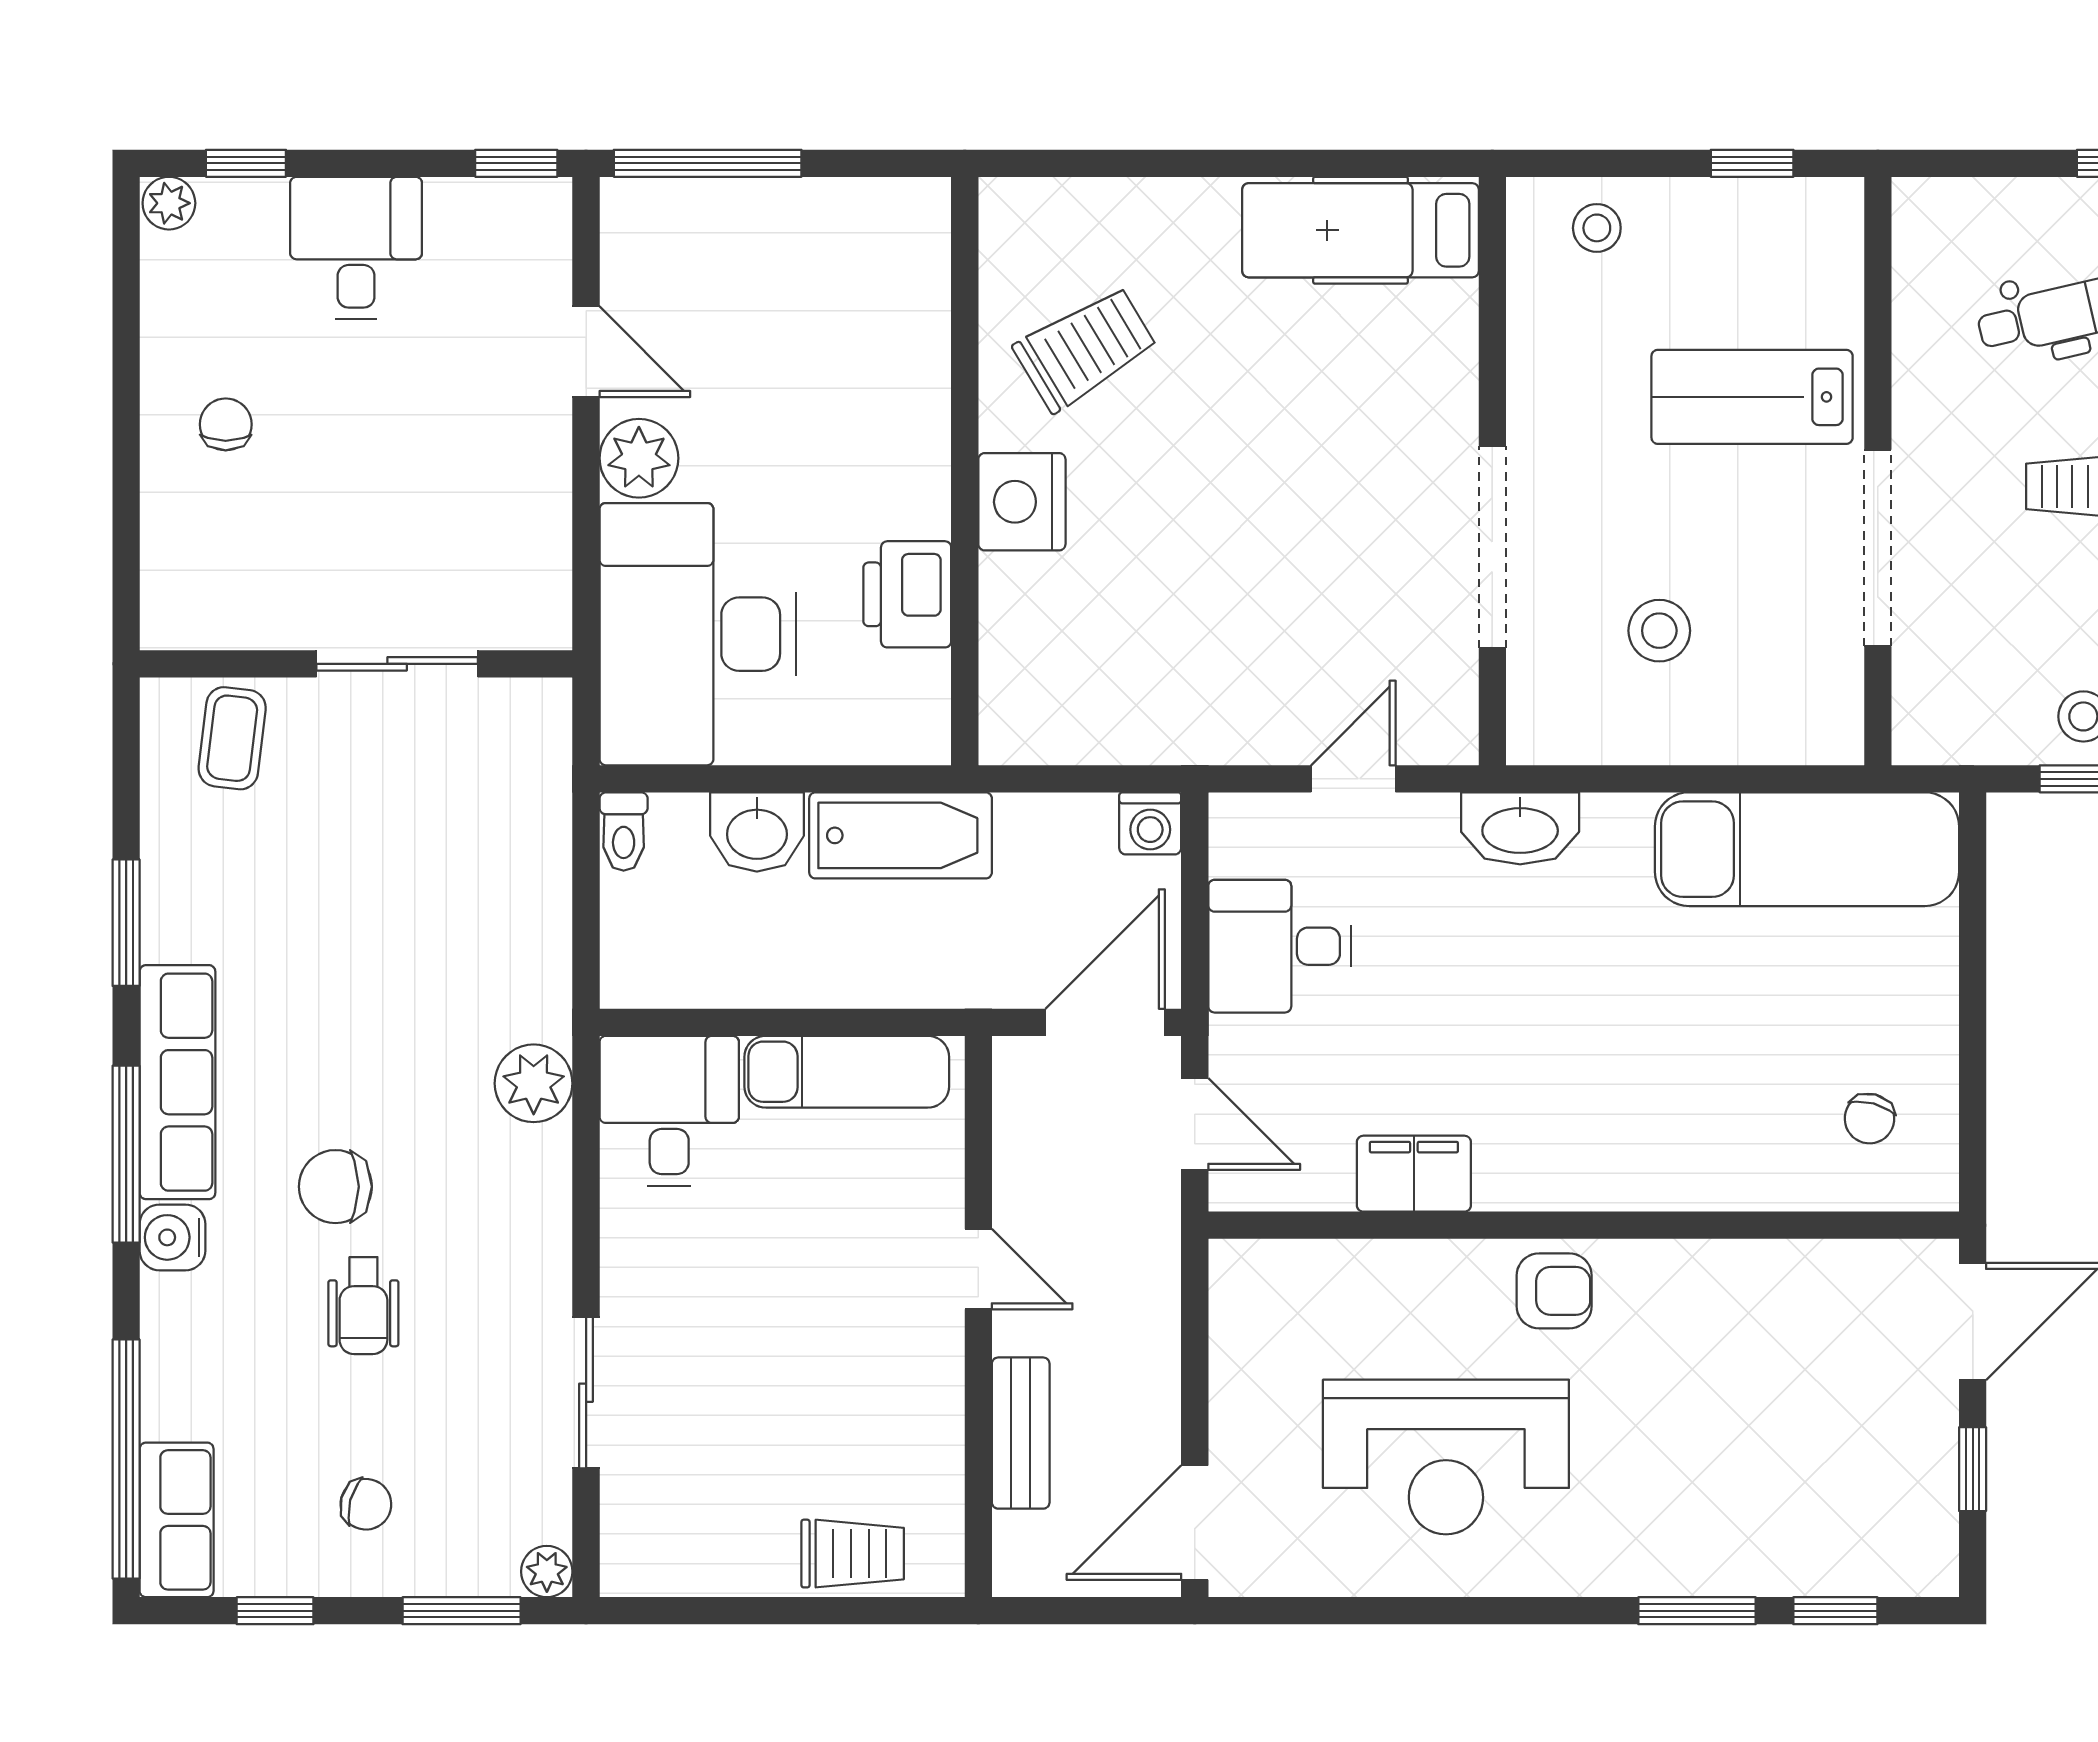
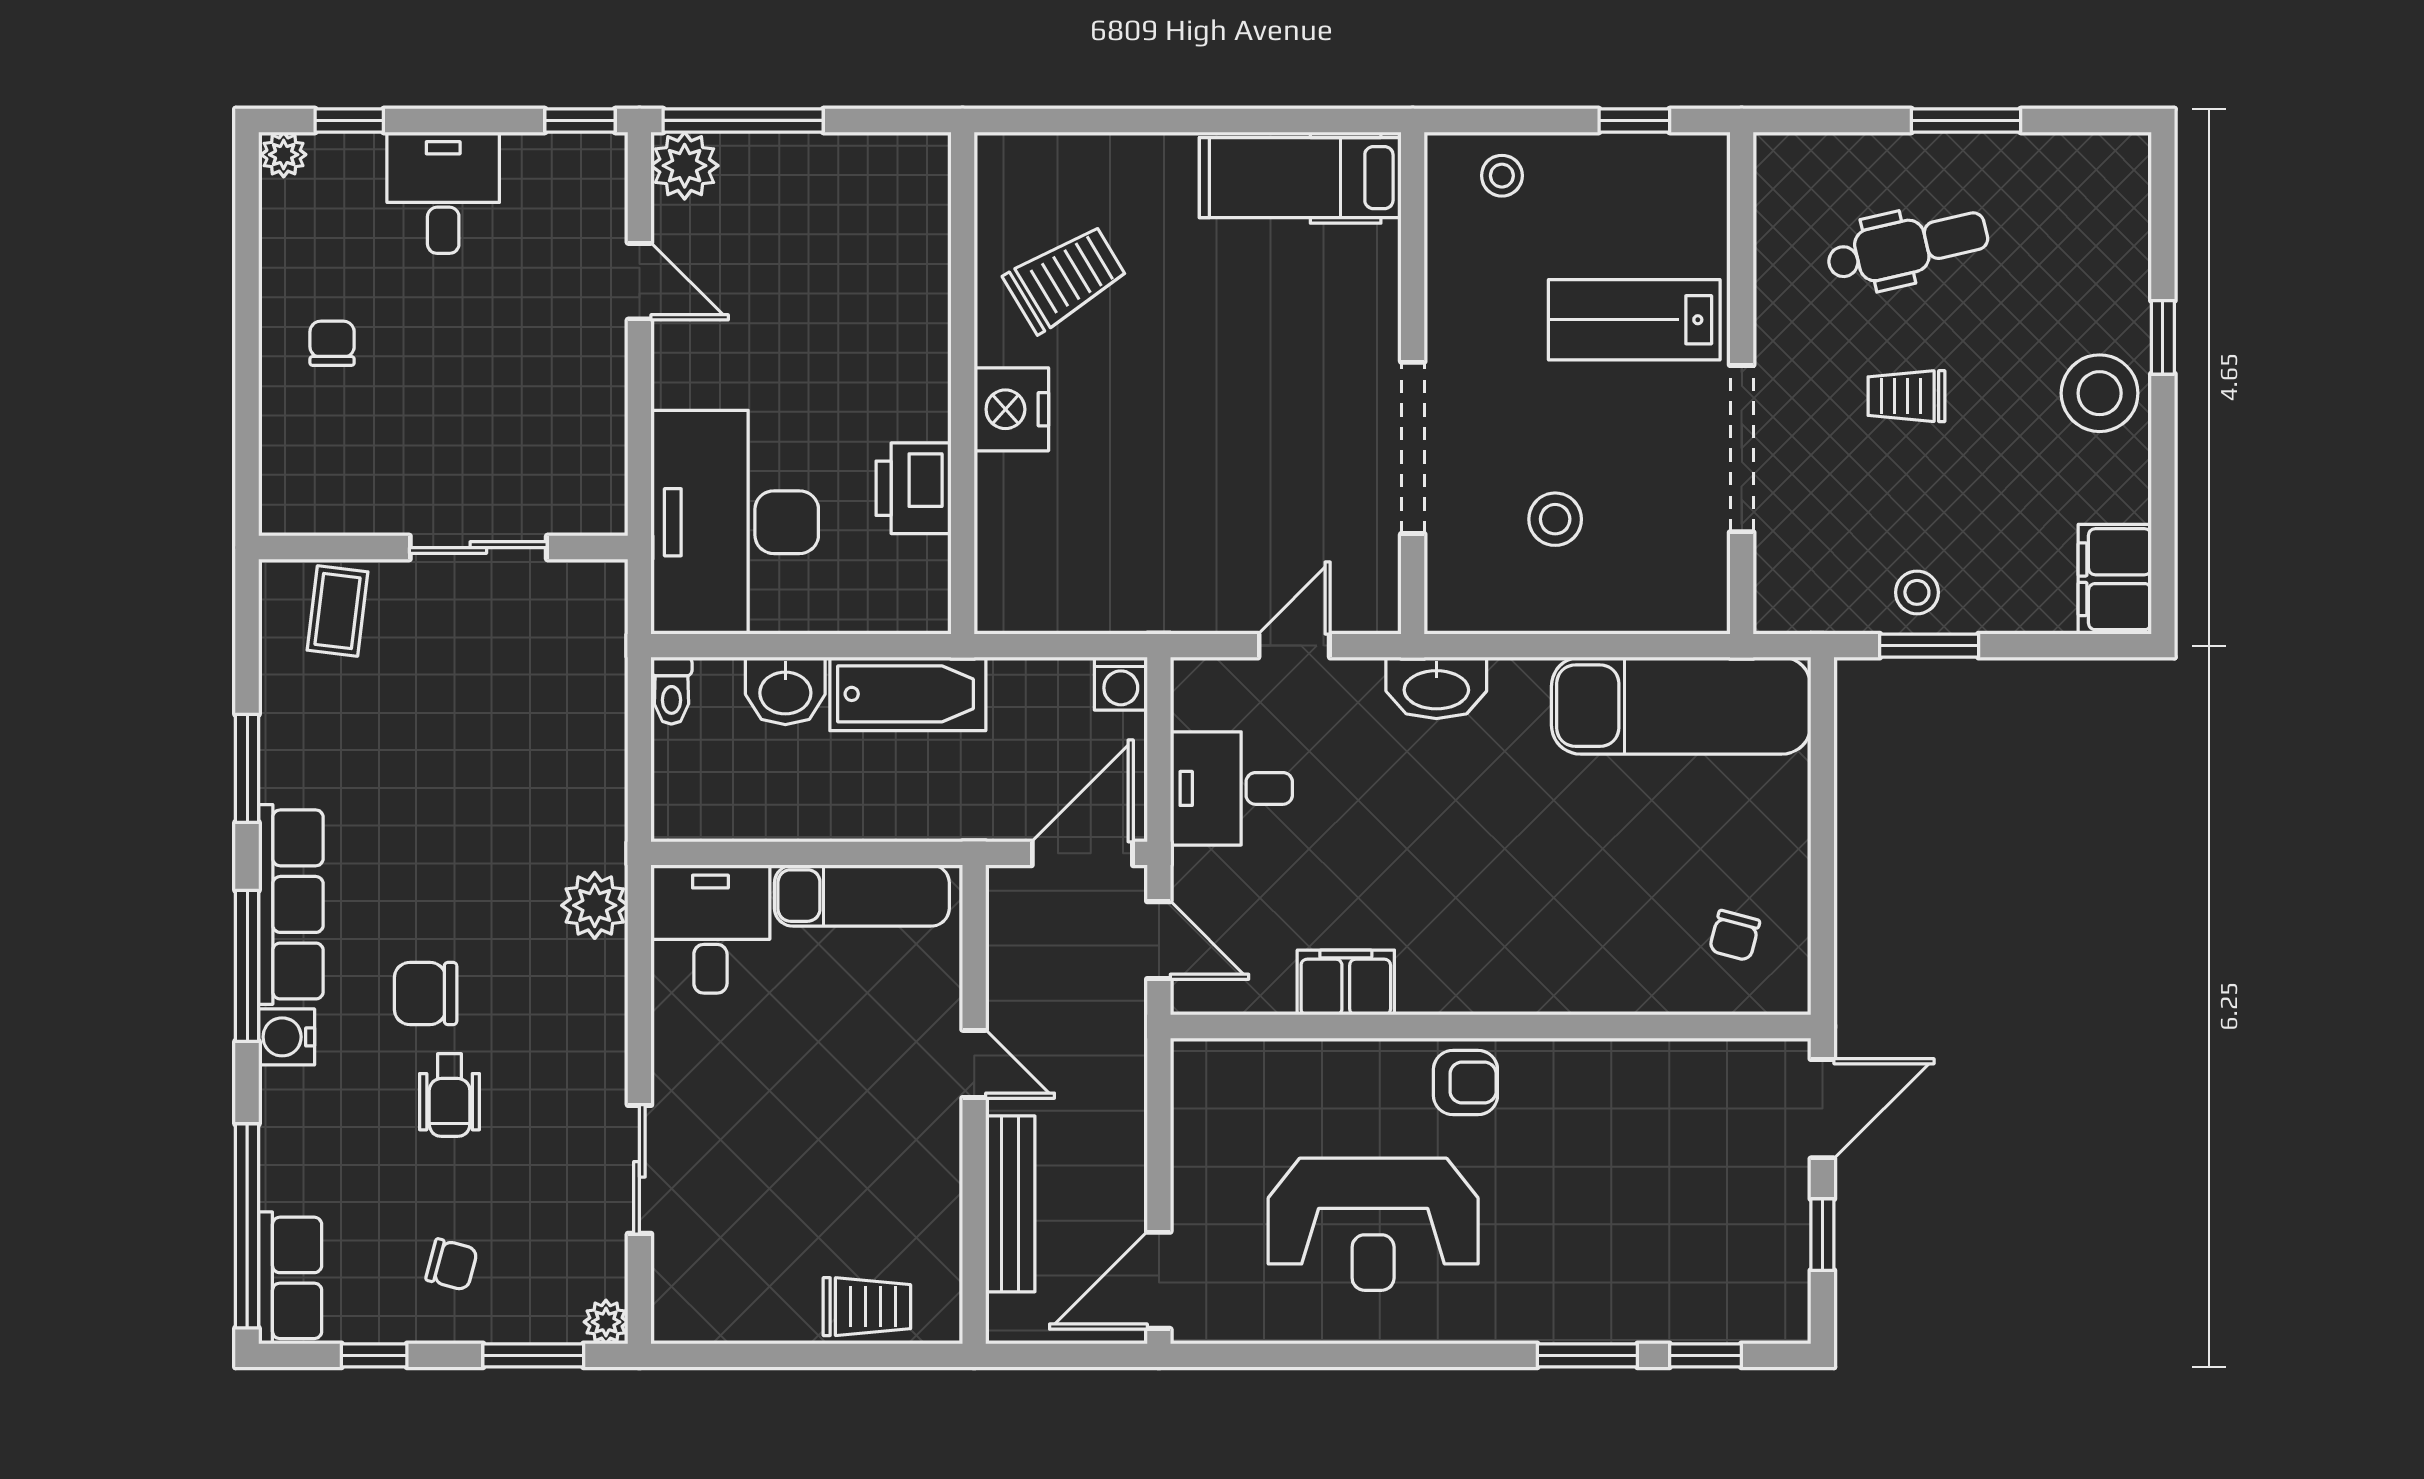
plant: (639, 458) -> (685, 166), moved
bench: (1021, 1433) -> (1010, 1204), width x1.36

